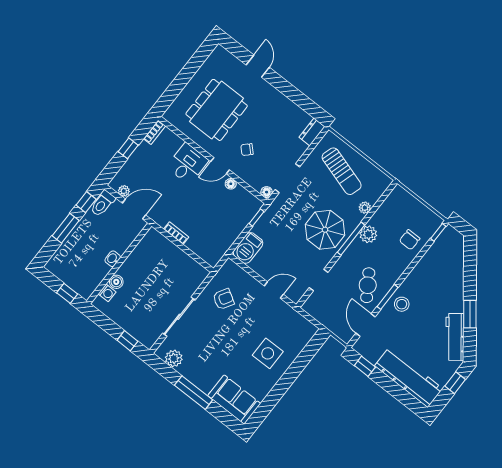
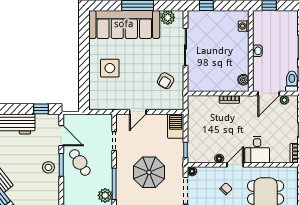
parasol: (325, 230) -> (149, 172), moved
boiler: (116, 282) -> (243, 80), moved
sofa: (234, 400) -> (124, 24), width x1.85, depth x1.27

